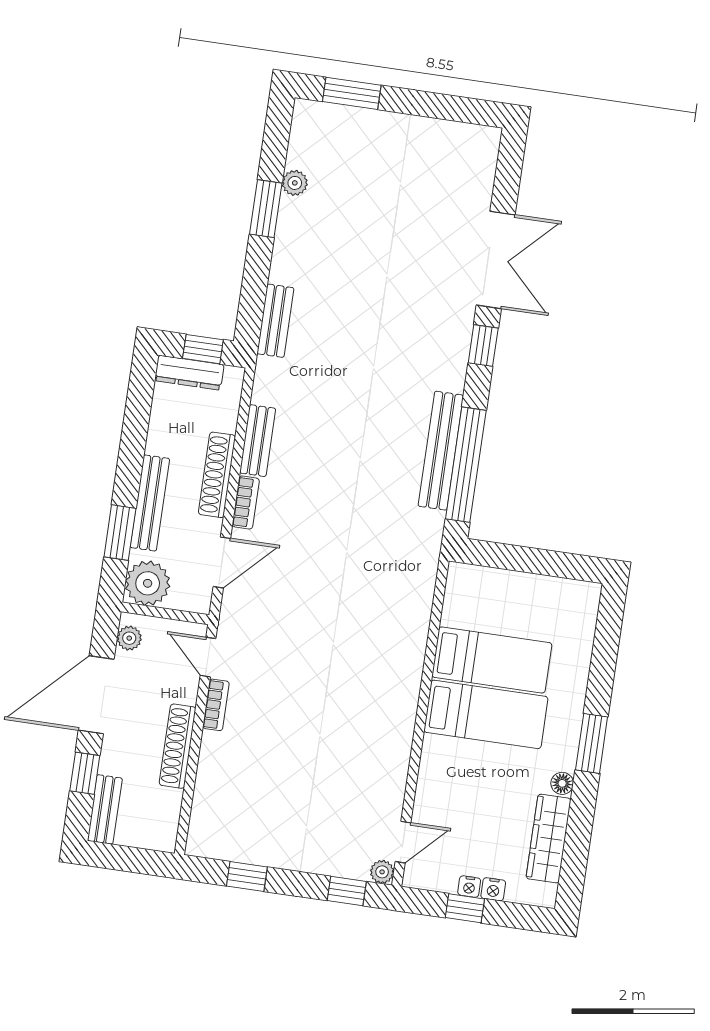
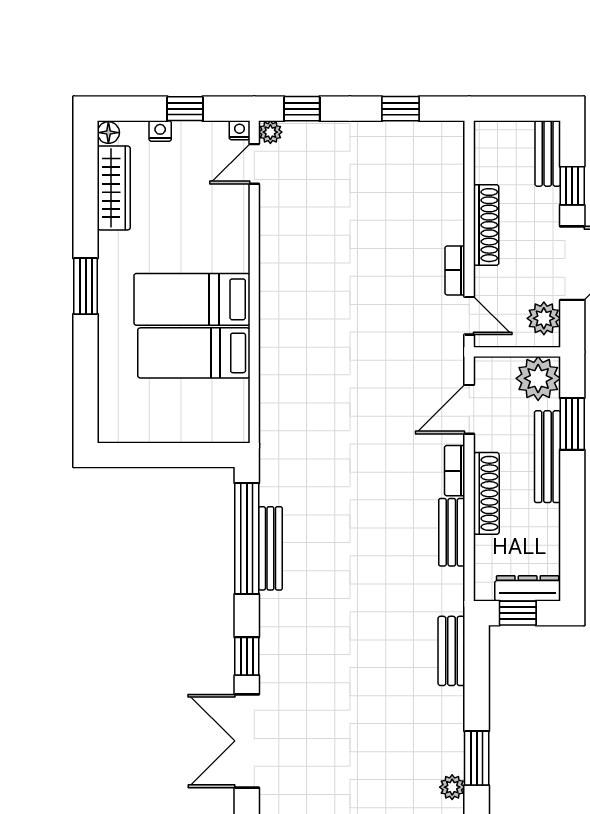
bench: (441, 451) -> (270, 548), width x0.73, depth x0.82
plant: (129, 638) -> (544, 318), width x1.38, depth x1.38
floor lamp: (562, 783) -> (108, 133), moved
nightstand: (469, 887) -> (240, 130), moved

